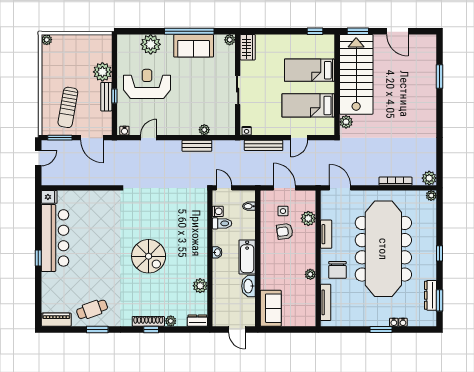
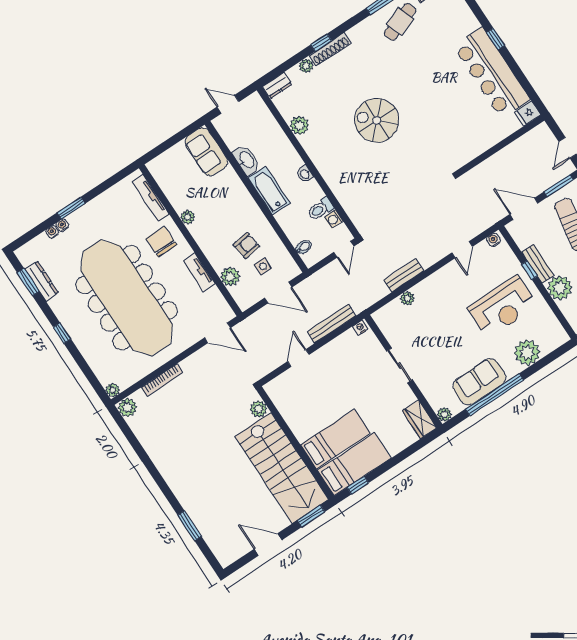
bed: (308, 105) -> (354, 464), moved
door: (224, 188) -> (344, 249), hinge flipped

